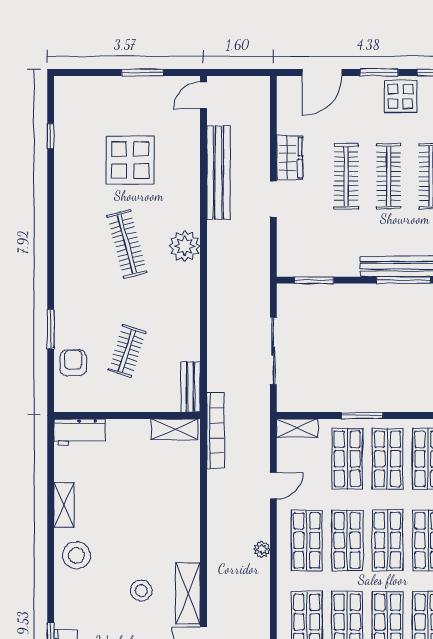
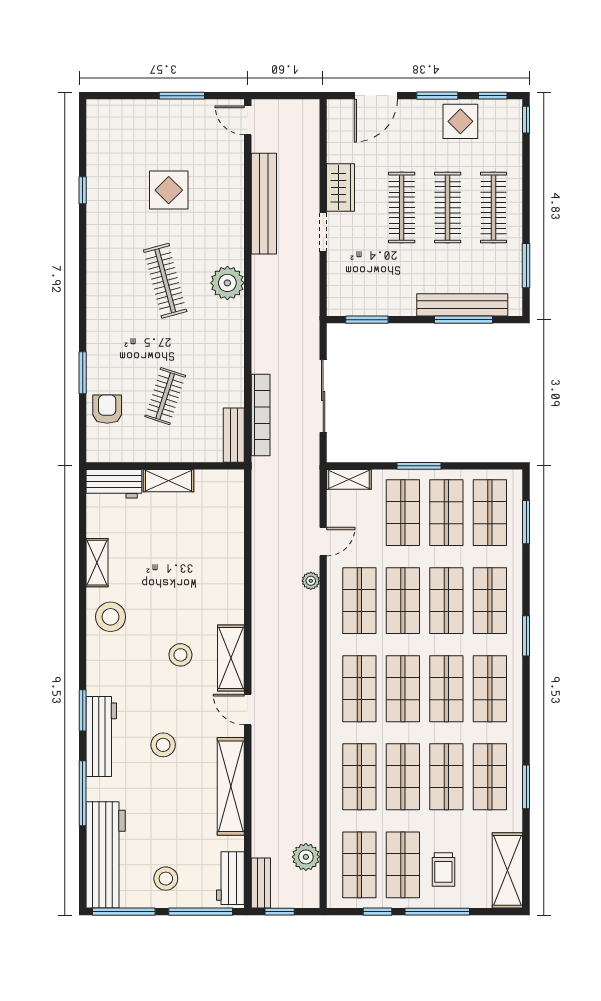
door: (204, 95) -> (248, 120), hinge flipped
window: (51, 136) -> (83, 190), moved
display table: (130, 160) -> (169, 190), width x0.73, depth x0.73
shelving: (174, 429) -> (169, 481), moved
bookcase: (215, 430) -> (261, 415), moved
plant: (262, 549) -> (311, 581), moved

